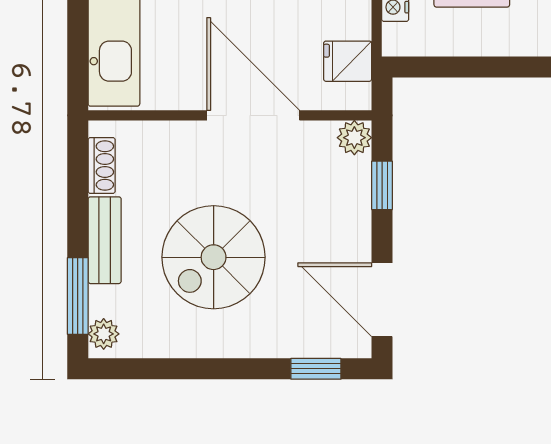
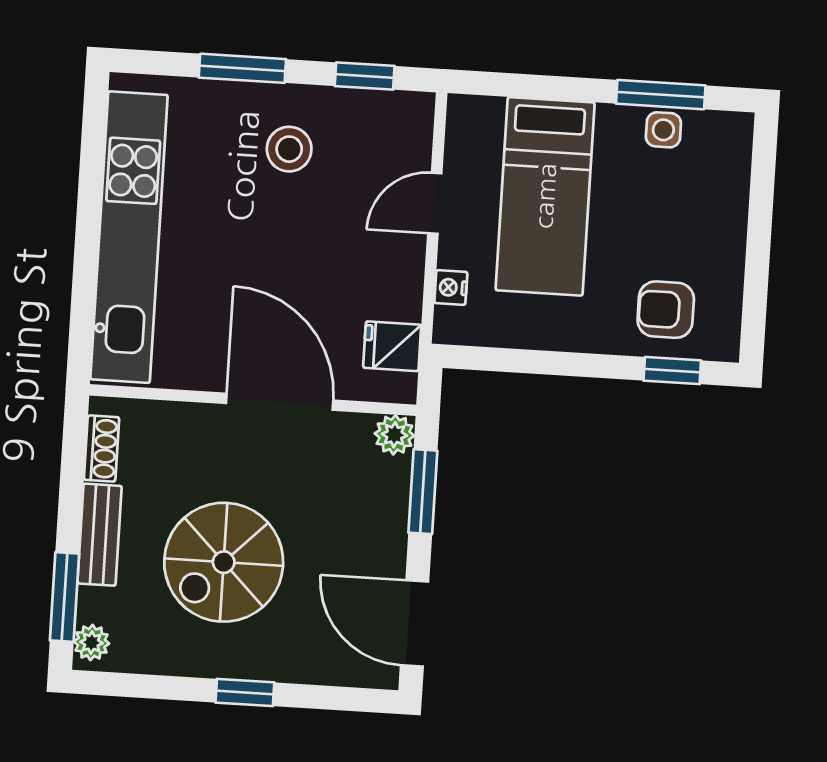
window: (382, 185) -> (423, 492), width x1.50
window: (316, 369) -> (245, 692), moved

